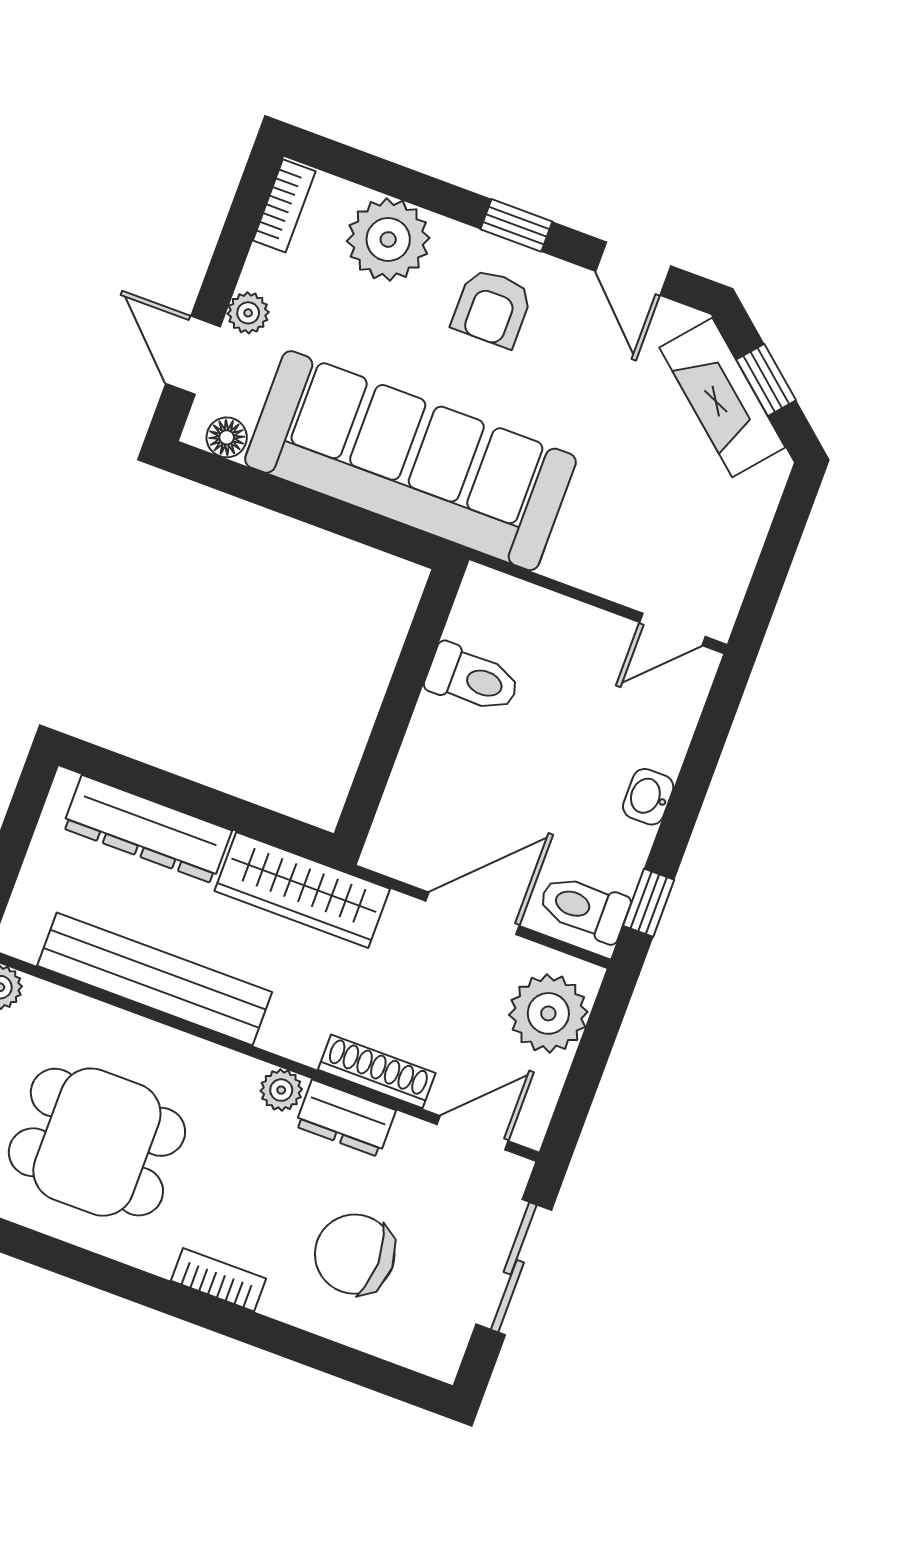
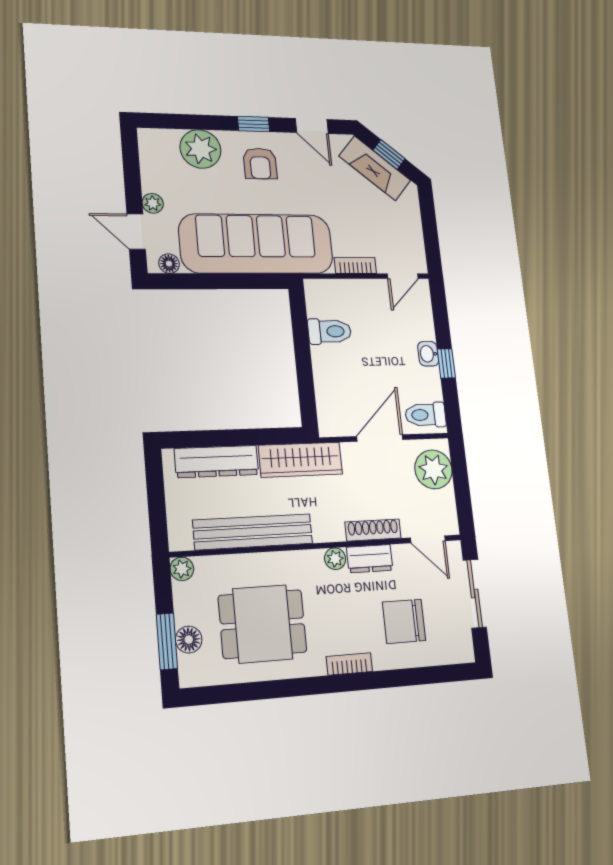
bookcase: (284, 206) -> (355, 265), moved, turned -90
window: (649, 903) -> (446, 363), moved
door: (473, 1133) -> (428, 539), swing flipped

